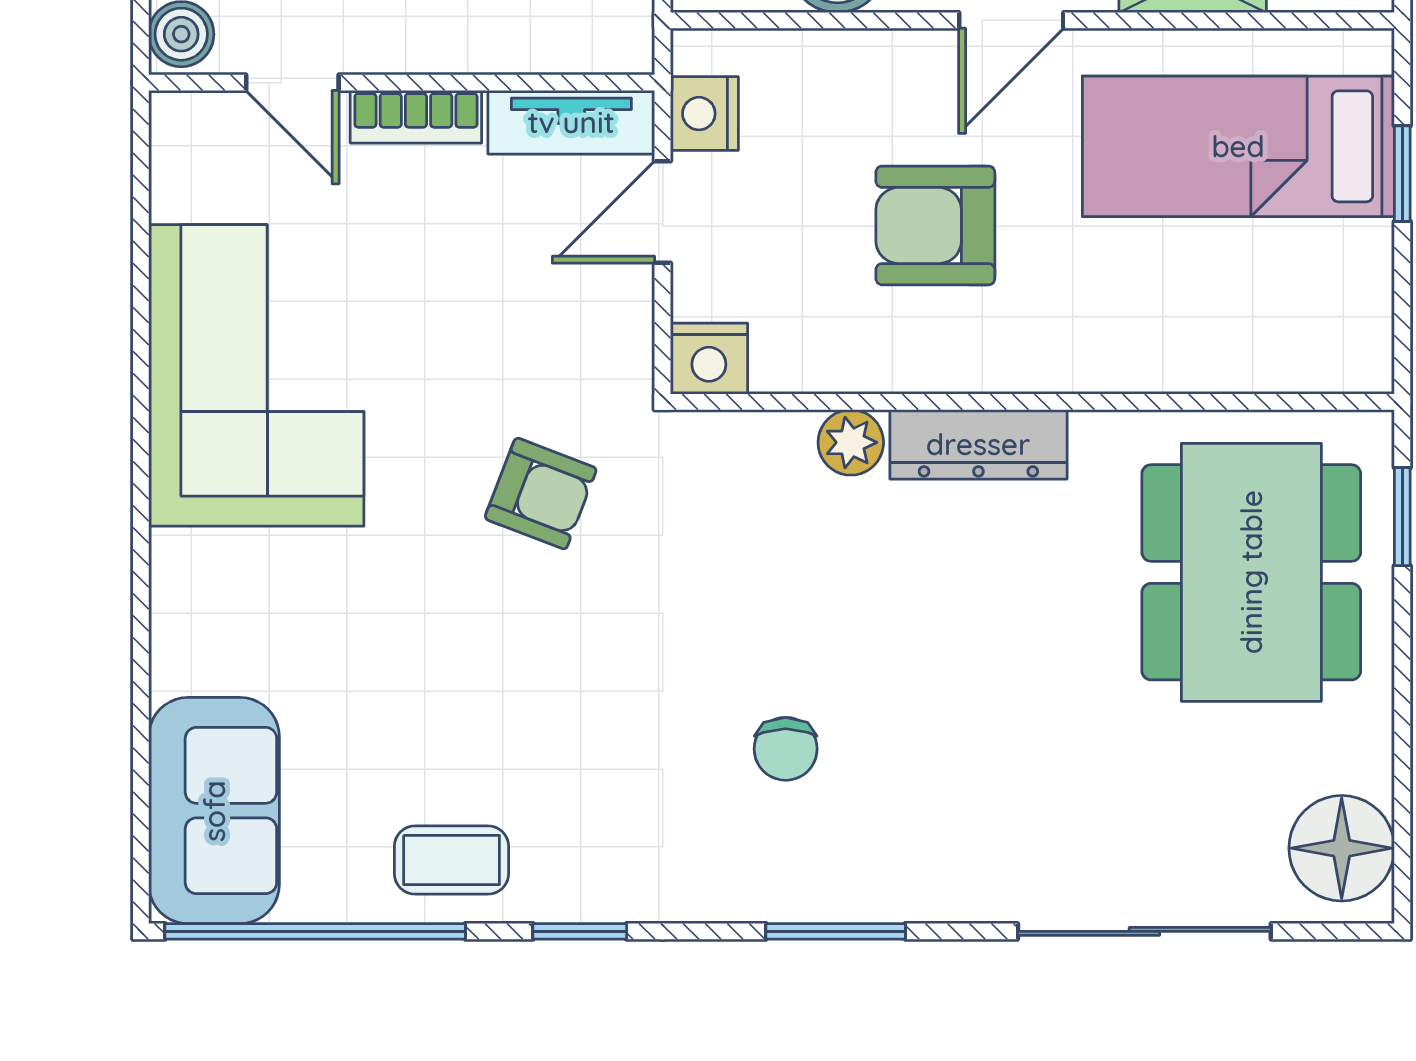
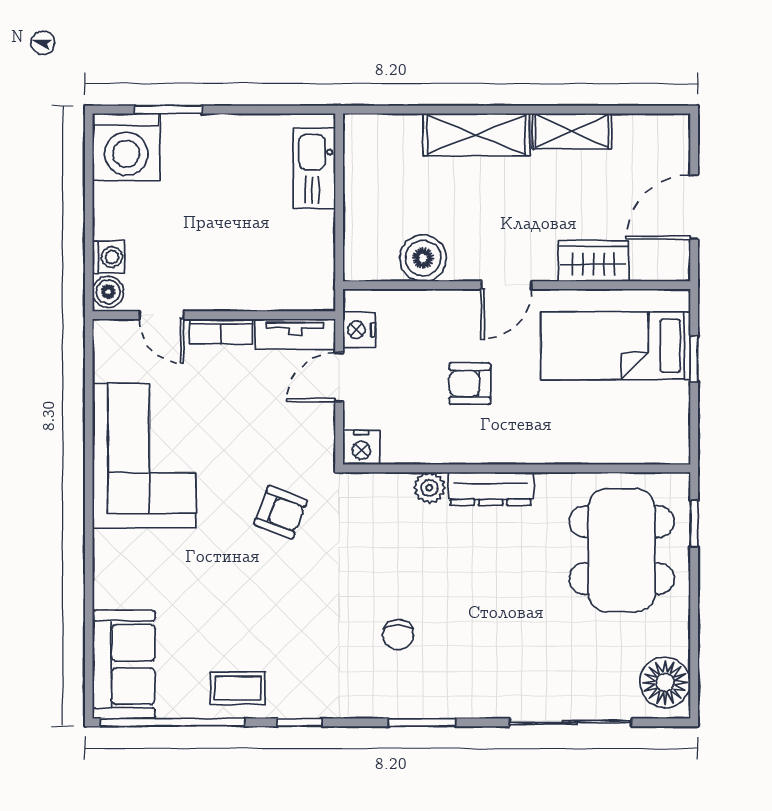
armchair: (935, 225) -> (470, 384), width x0.72, depth x0.72

